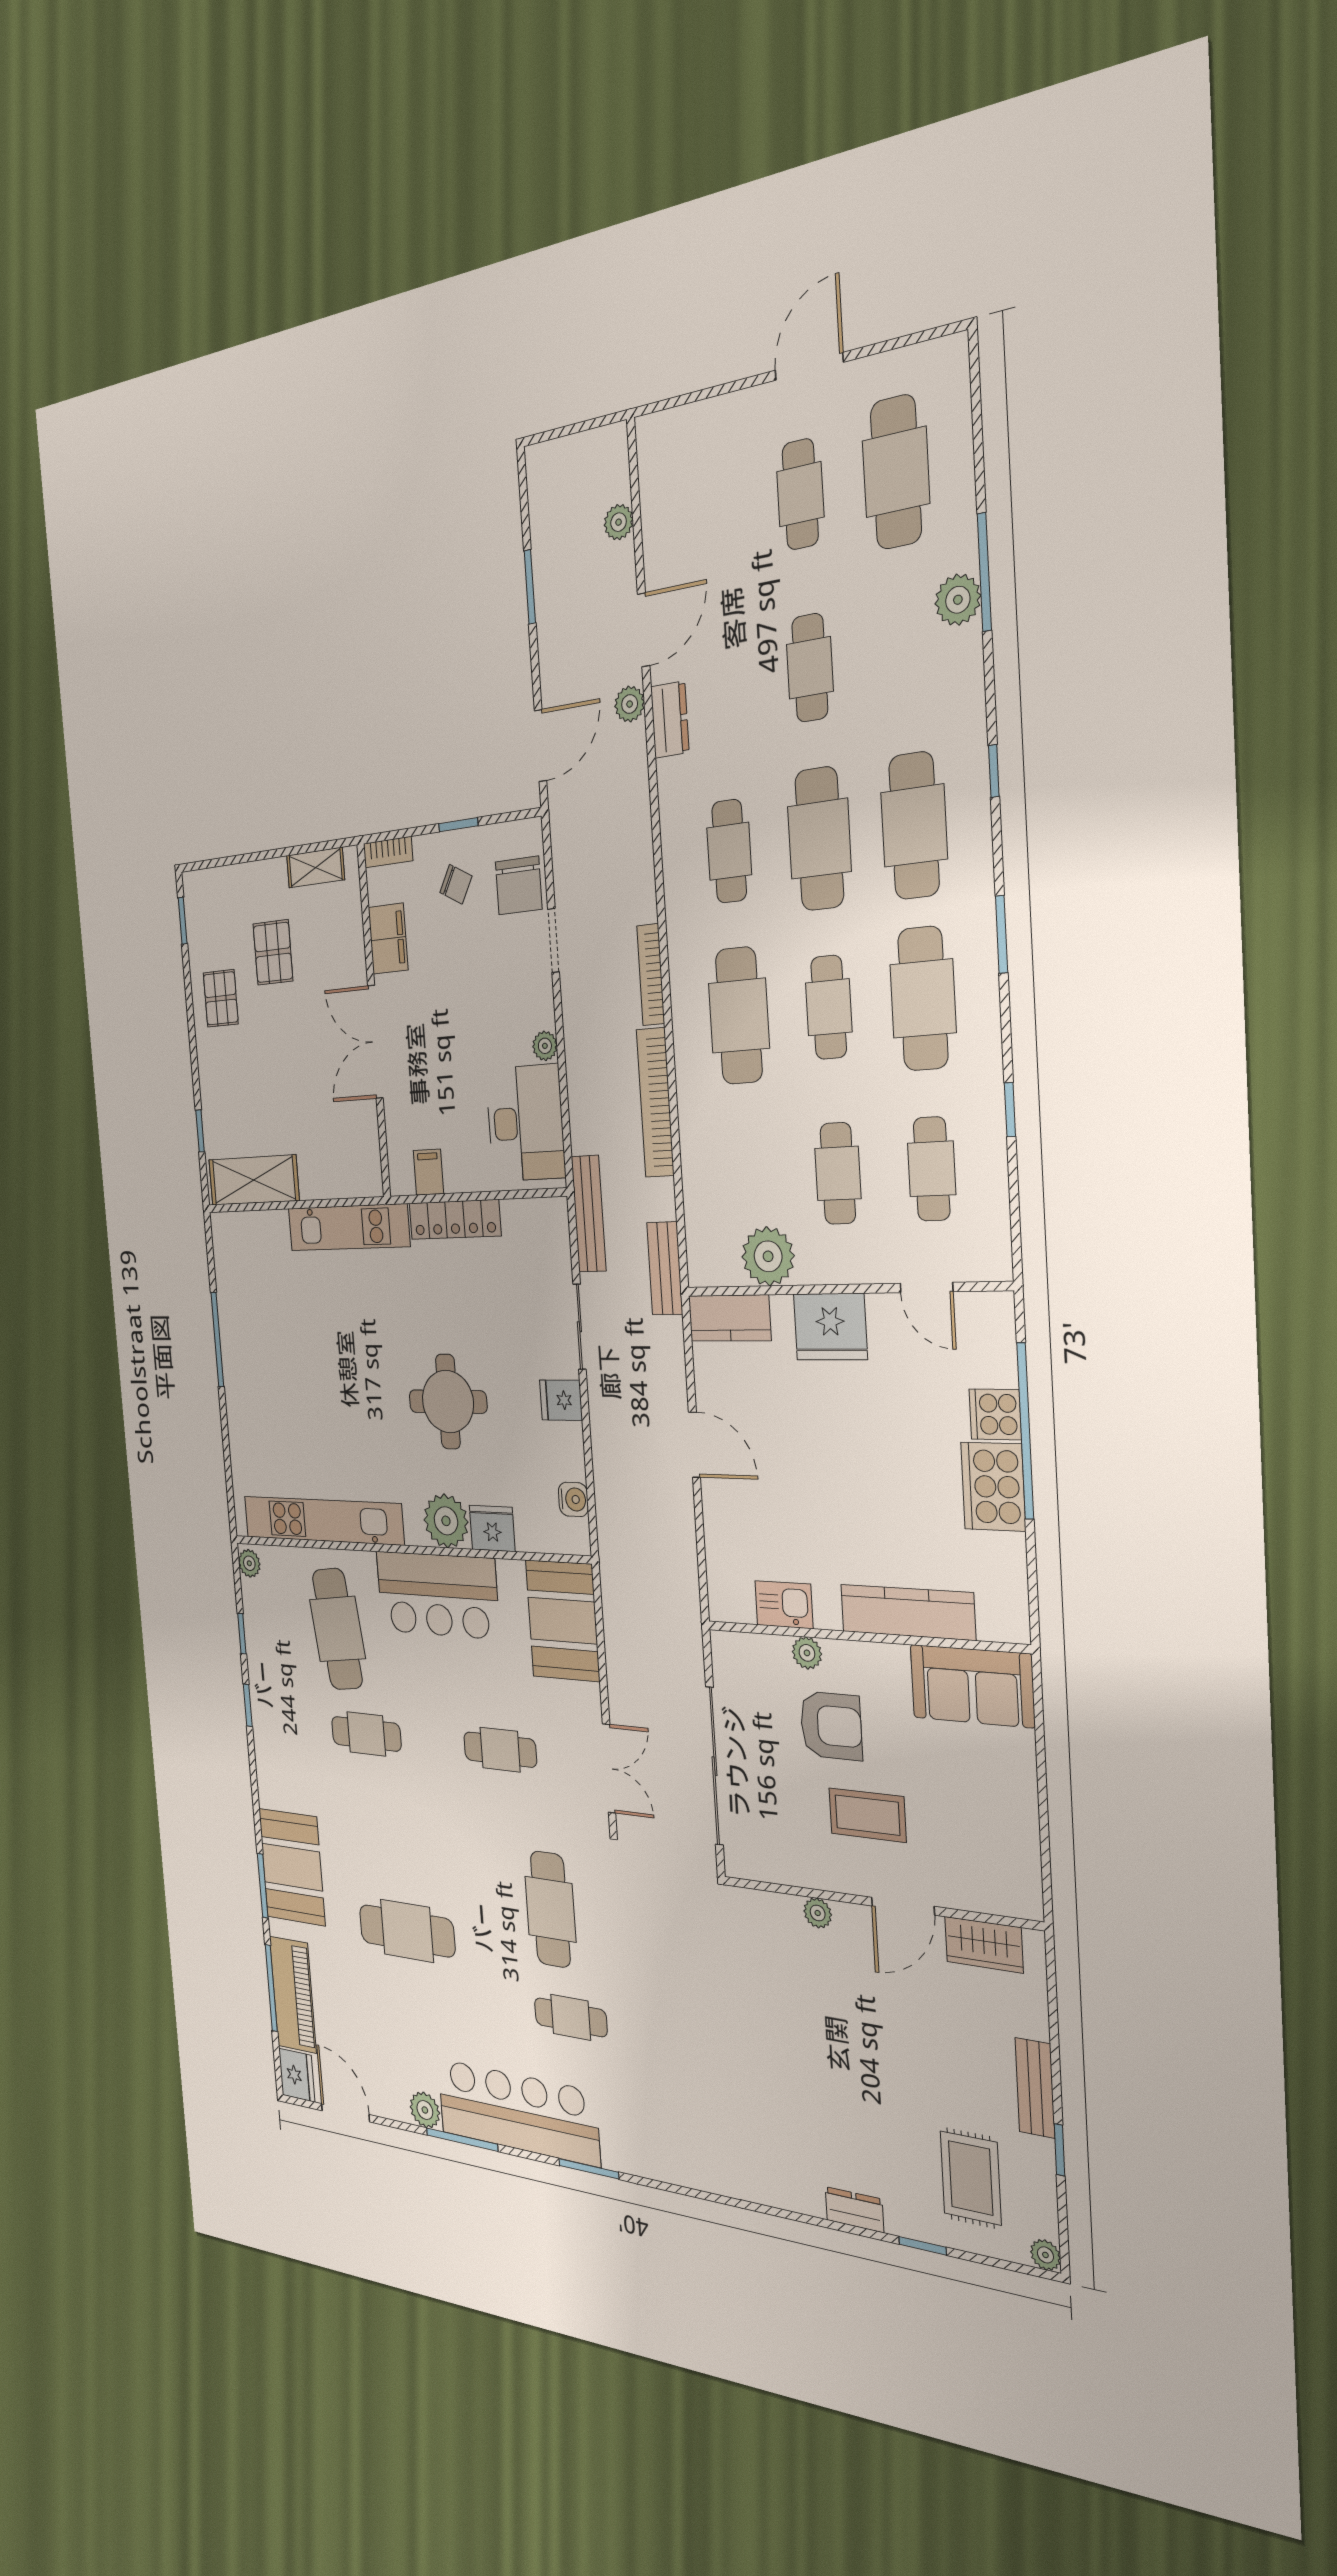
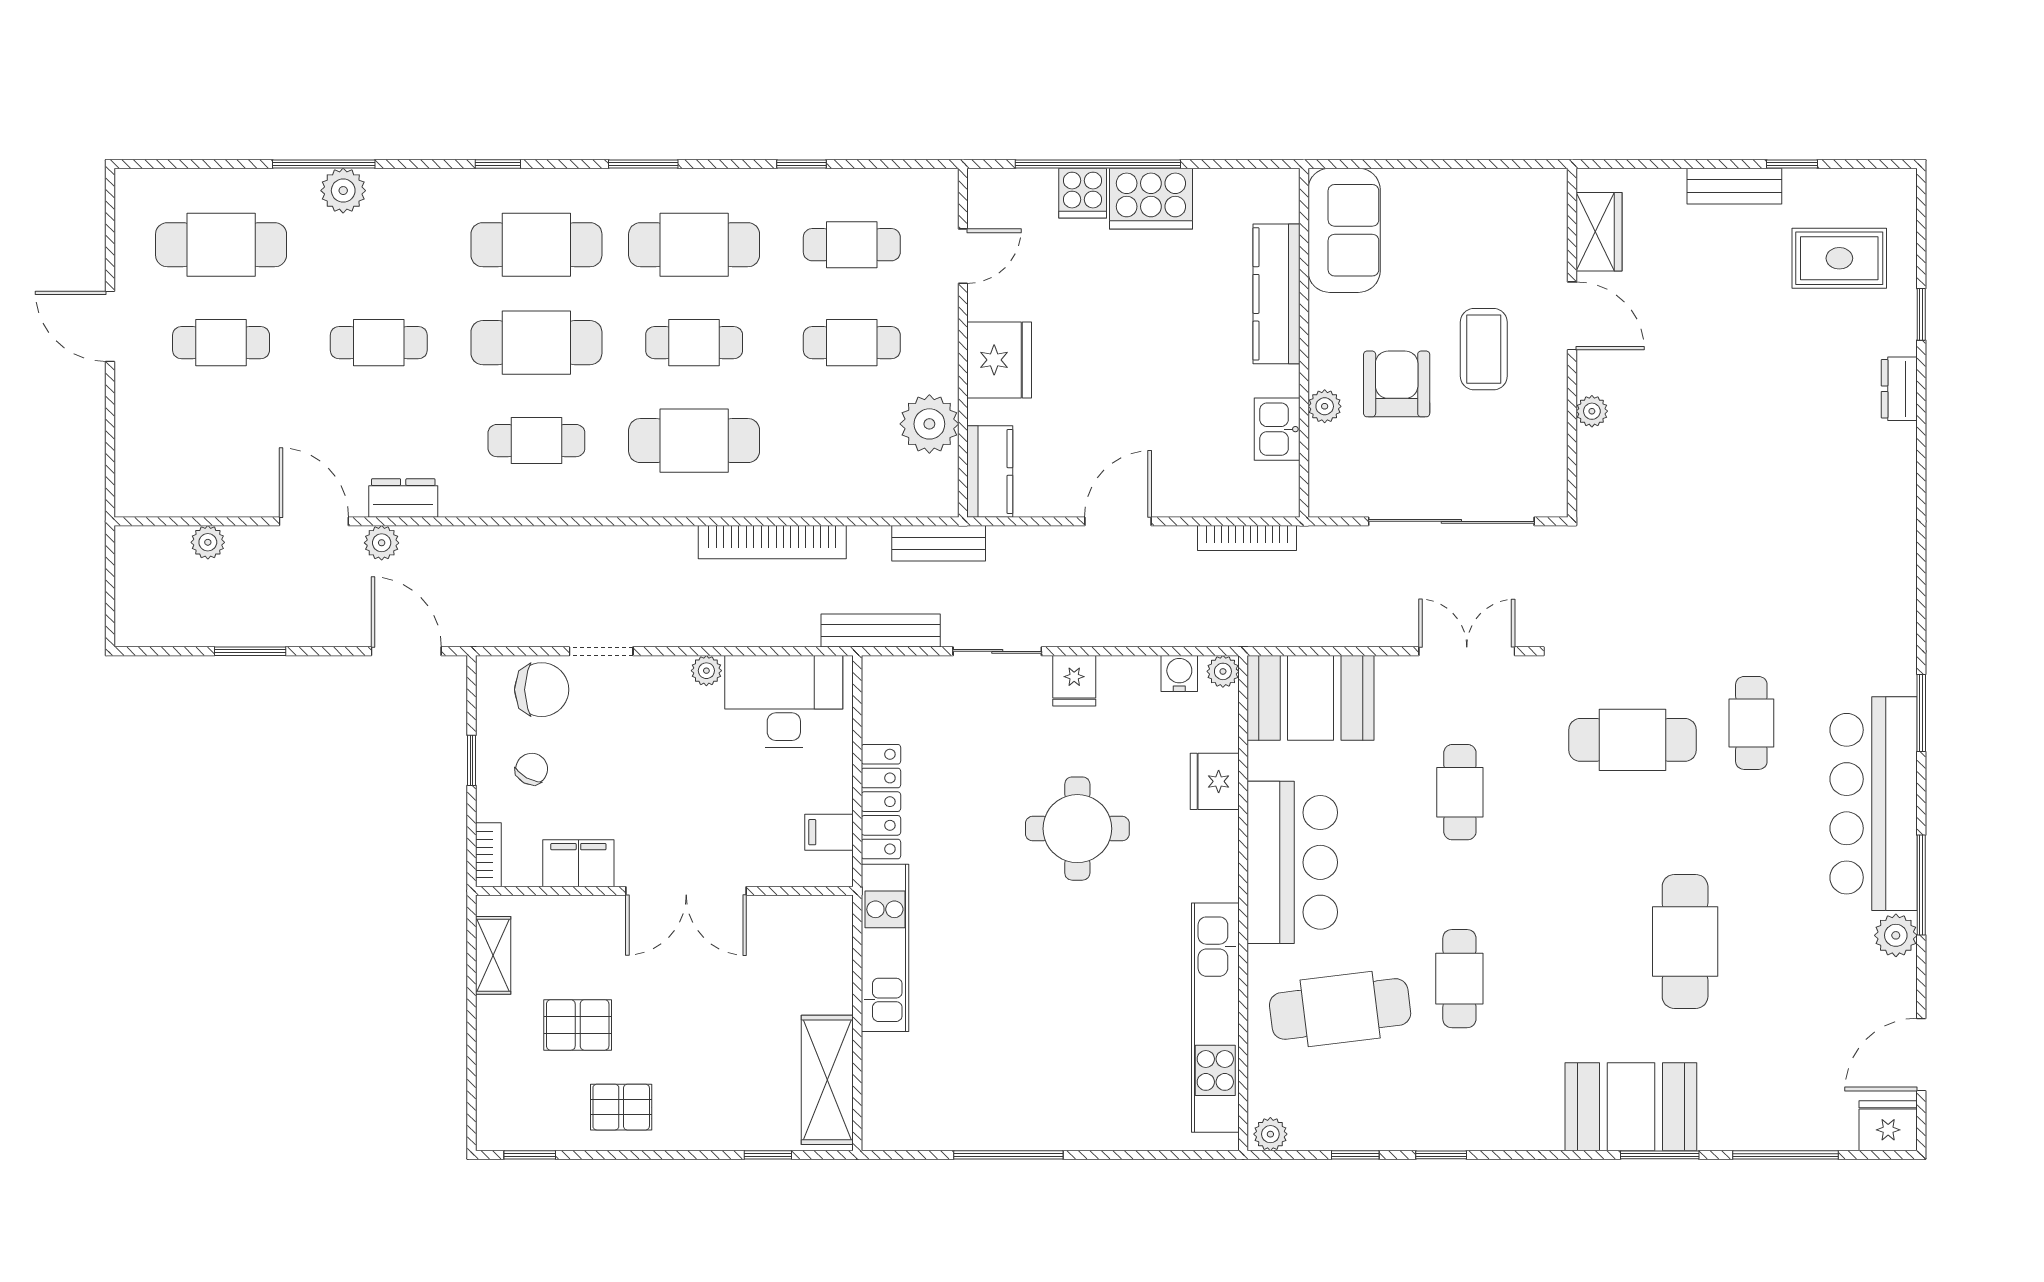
bookcase: (651, 975) -> (1247, 538), moved
plant: (446, 1521) -> (1223, 671), moved, width x0.53, depth x0.53
piano: (293, 1995) -> (1788, 1121), removed
plant: (1045, 2255) -> (1902, 184), removed

